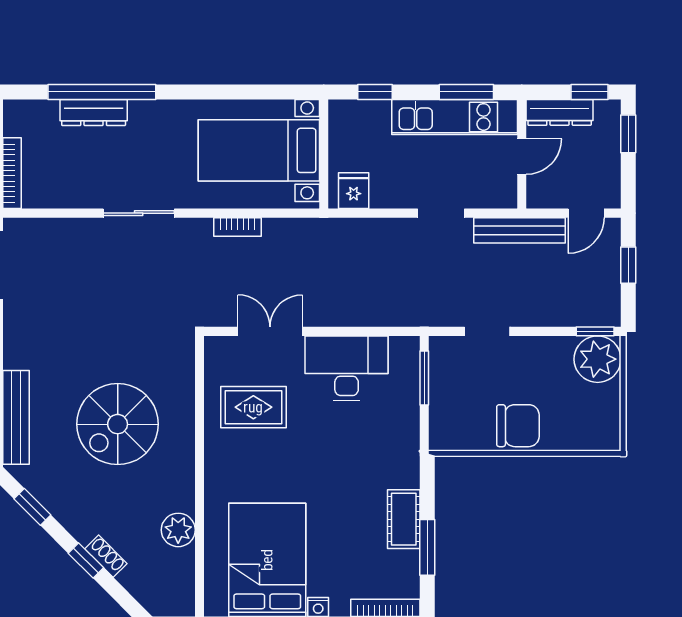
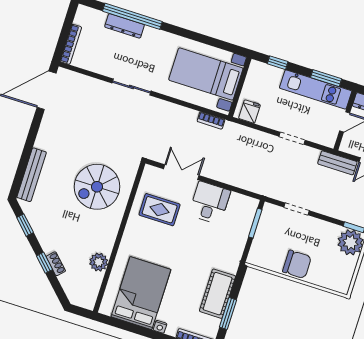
bookcase: (237, 227) -> (211, 120), moved
bench: (520, 230) -> (337, 163), width x0.73
desk: (347, 368) -> (210, 203), width x0.73
spiral stairs: (118, 424) -> (97, 187), moved
cot: (404, 519) -> (218, 294), width x1.37, depth x1.34

